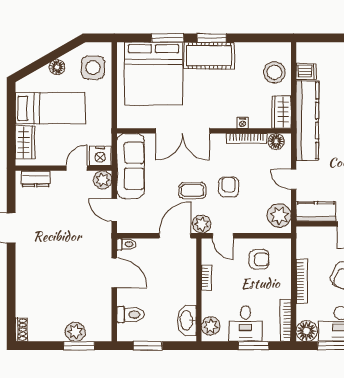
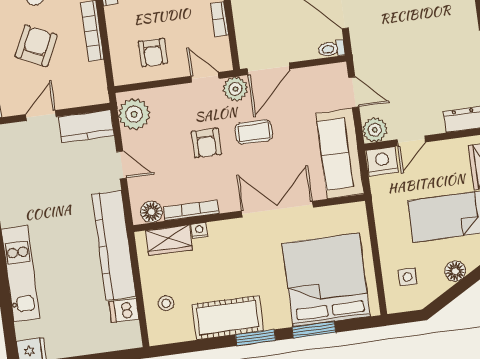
cot: (209, 56) -> (228, 318), moved
side table: (93, 68) -> (408, 277), width x0.54, depth x0.54
stool: (274, 72) -> (166, 303), width x0.53, depth x0.53
wardrobe: (282, 112) -> (169, 240), moved, turned 90
armchair: (259, 259) -> (153, 52), turned -90

